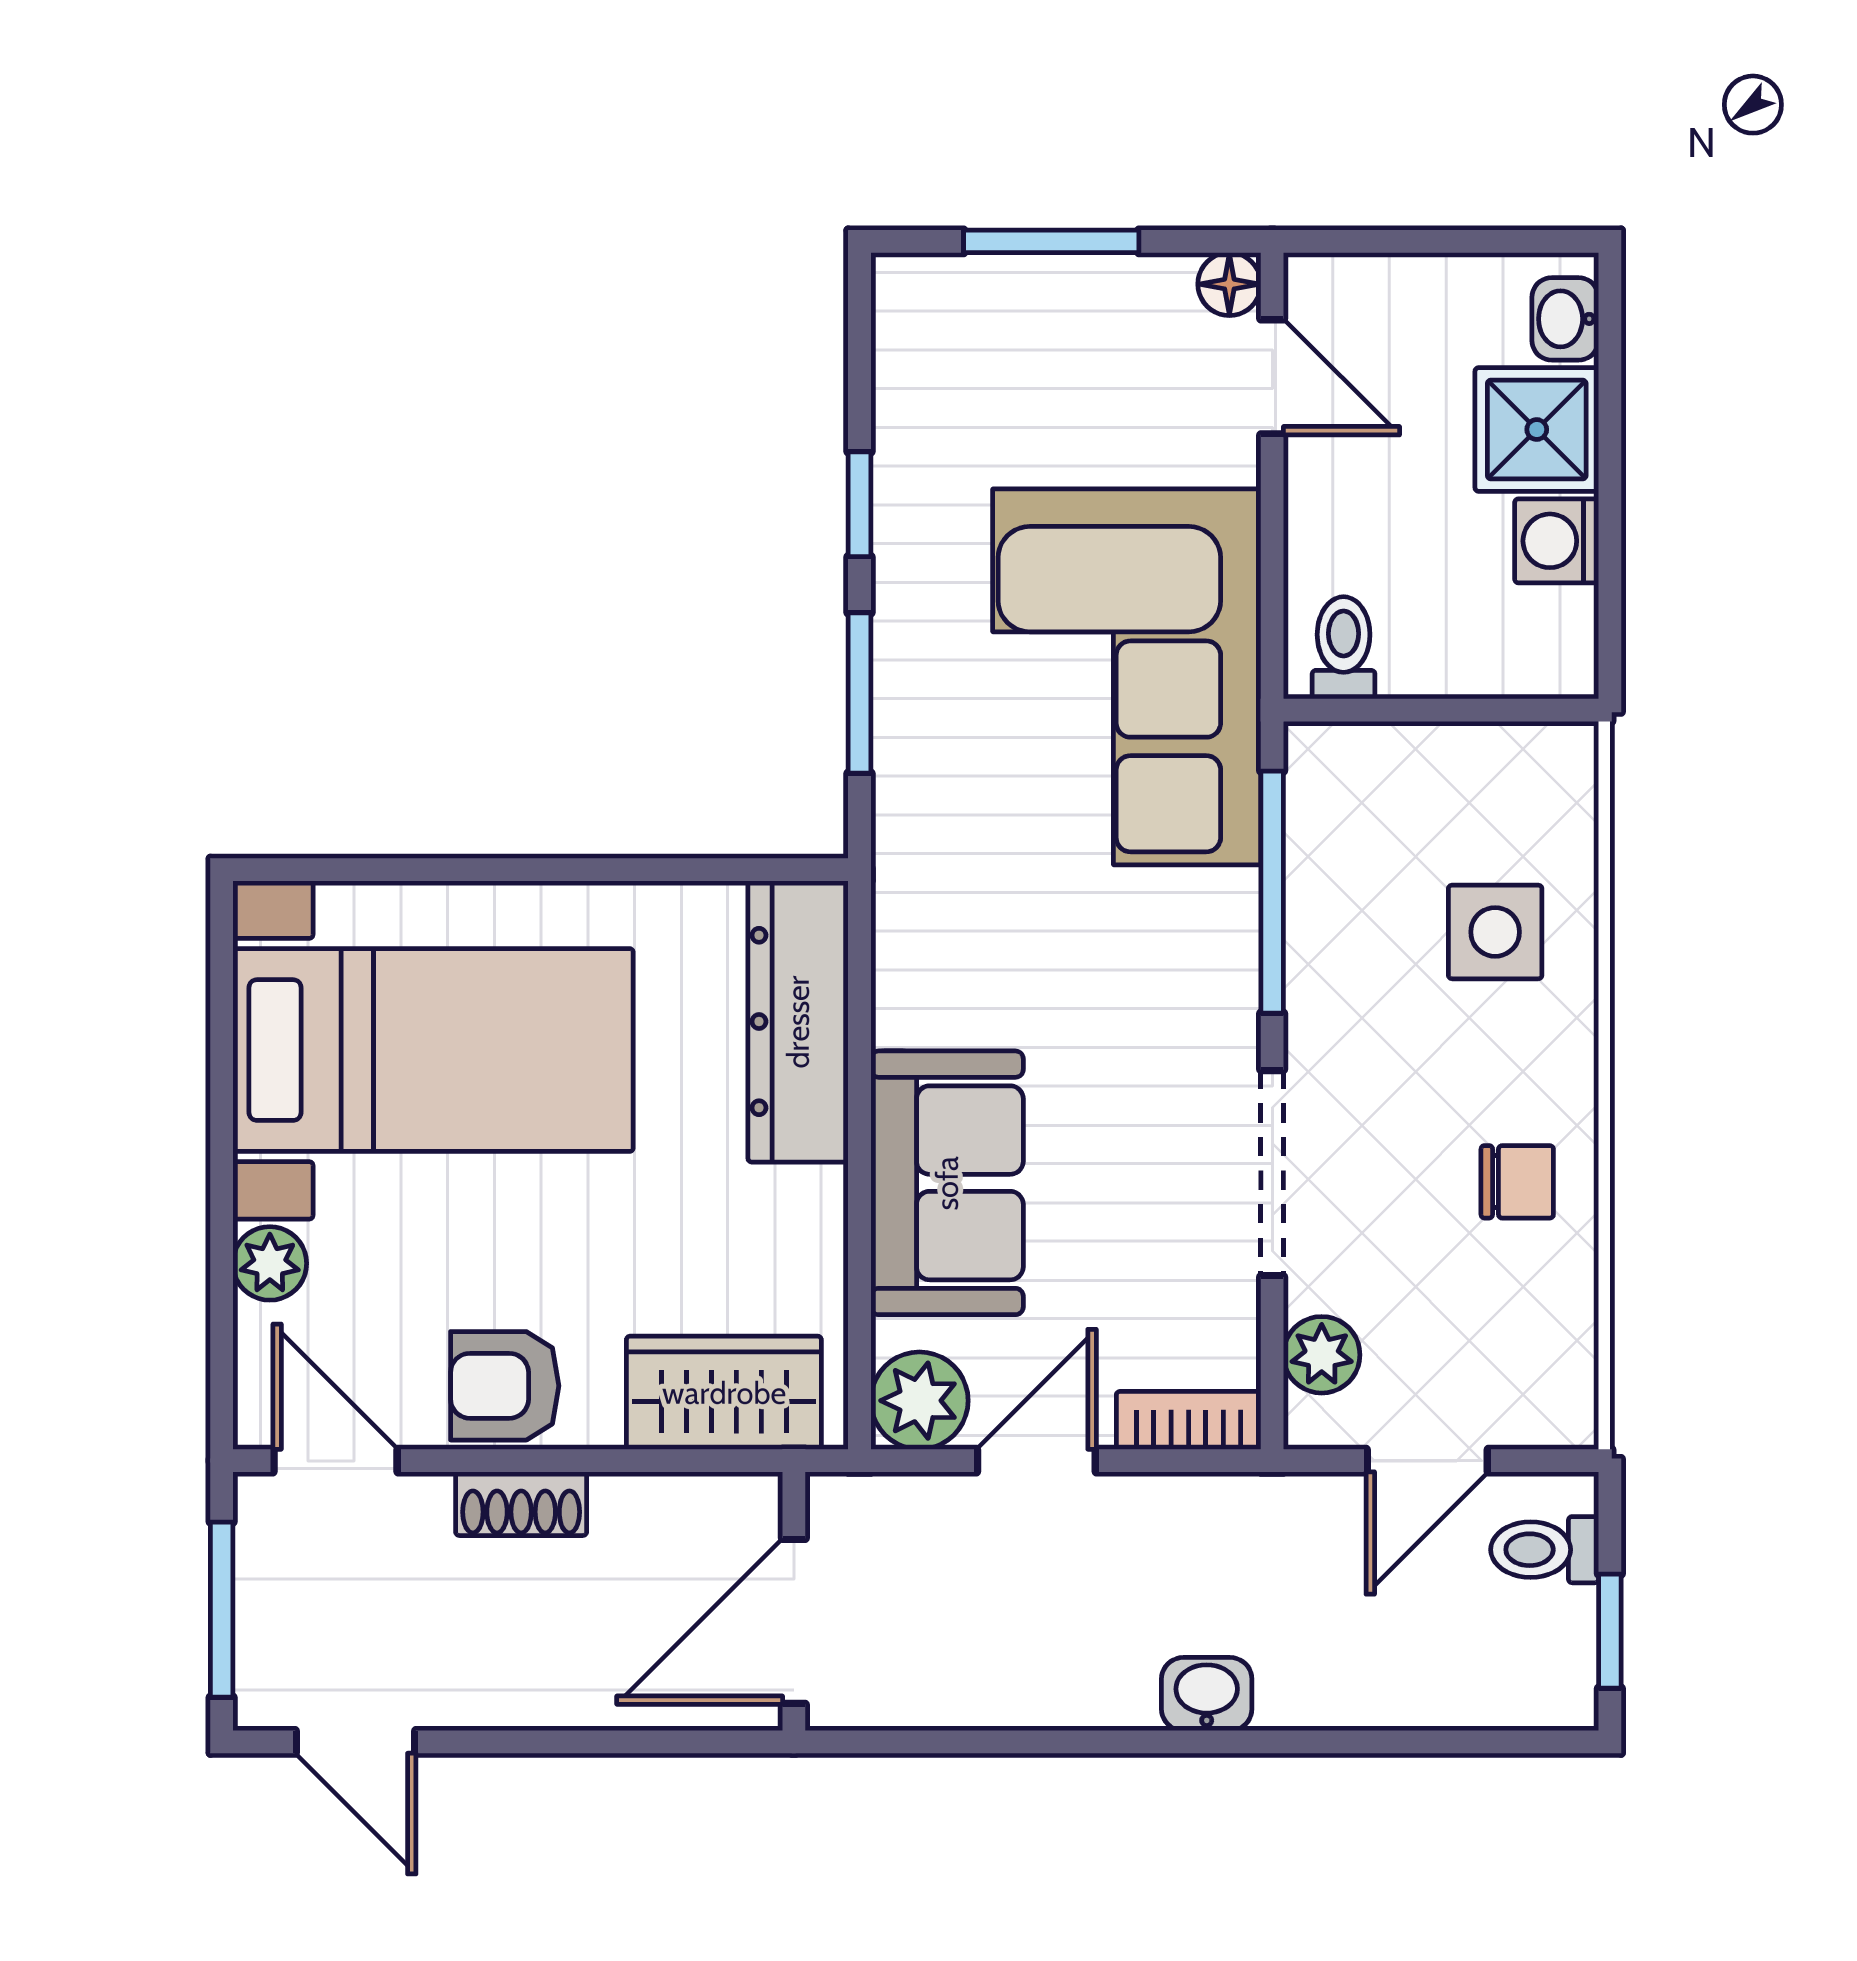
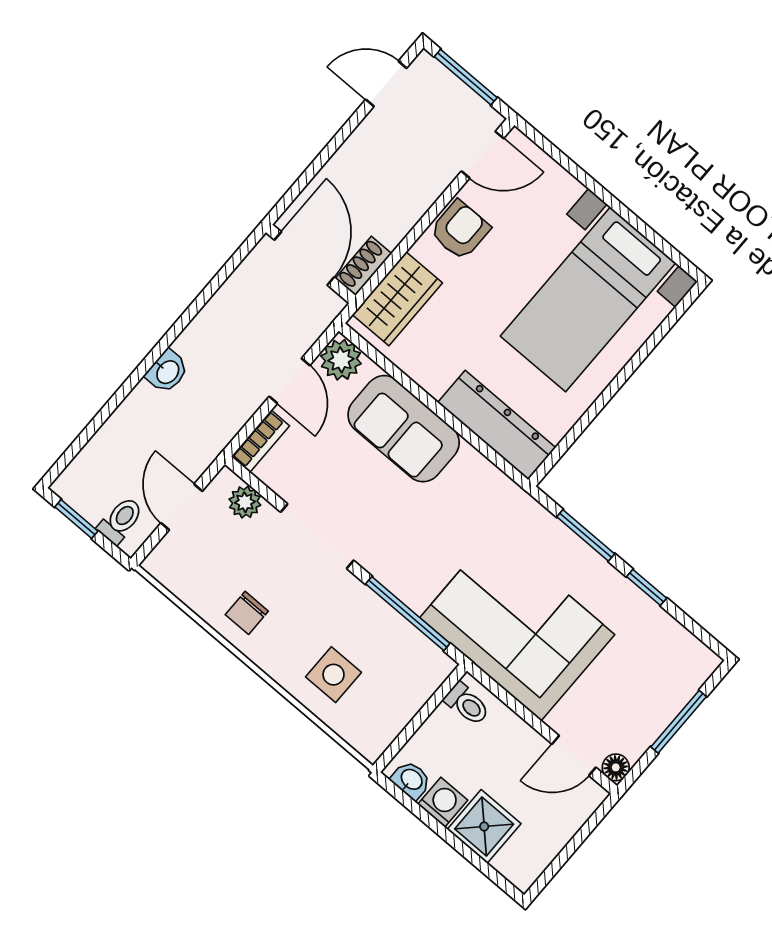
washbasin: (1565, 319) -> (411, 780), moved
plant: (270, 1263) -> (564, 188), removed
shoe rack: (521, 1504) -> (363, 266), moved

